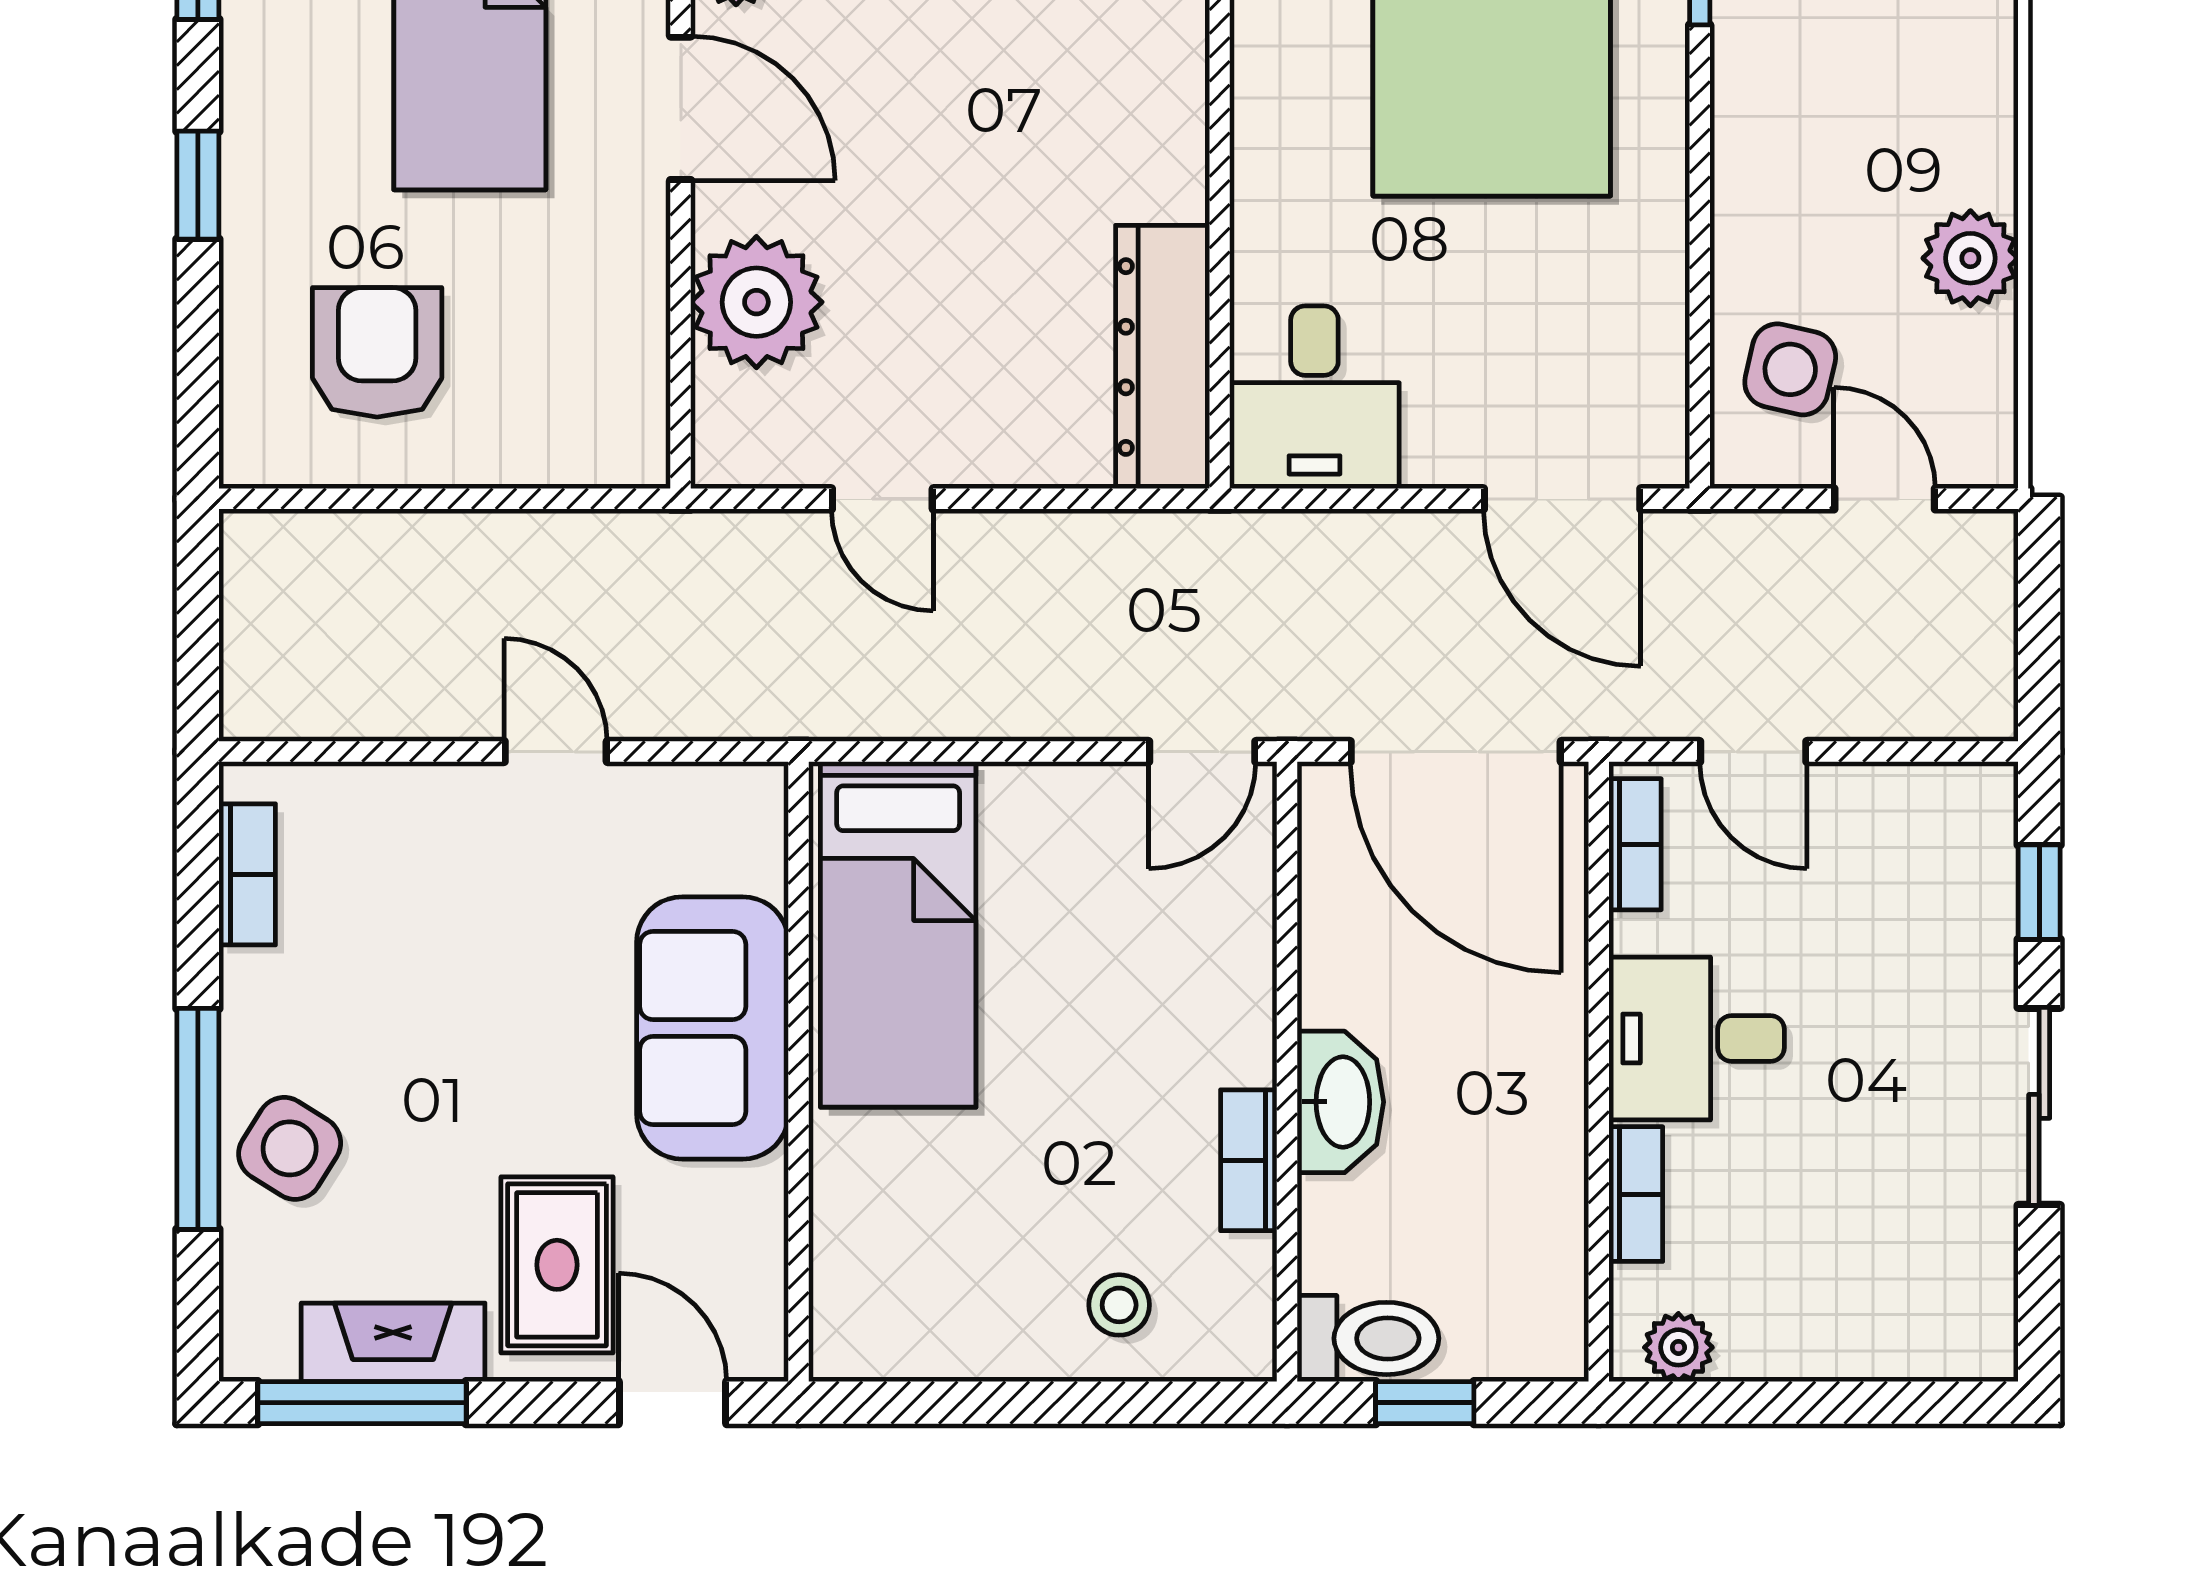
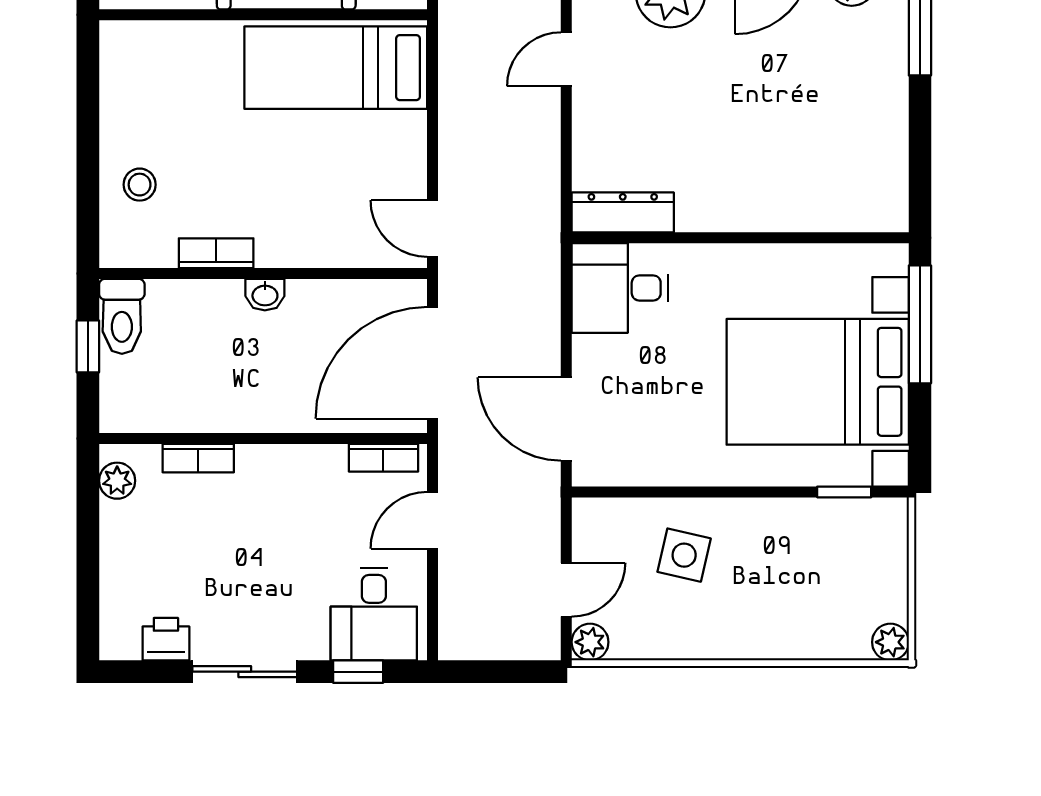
plant: (1970, 258) -> (590, 642), moved, width x0.73, depth x0.73
dresser: (1163, 357) -> (623, 212), width x0.73, depth x0.80
side table: (1790, 369) -> (684, 555), moved
door: (1562, 499) -> (566, 419), hinge flipped
desk: (1697, 1038) -> (374, 614), moved, turned 180
washbasin: (1340, 1102) -> (265, 295), width x0.52, depth x0.69
printer: (1978, 1255) -> (166, 639), added

